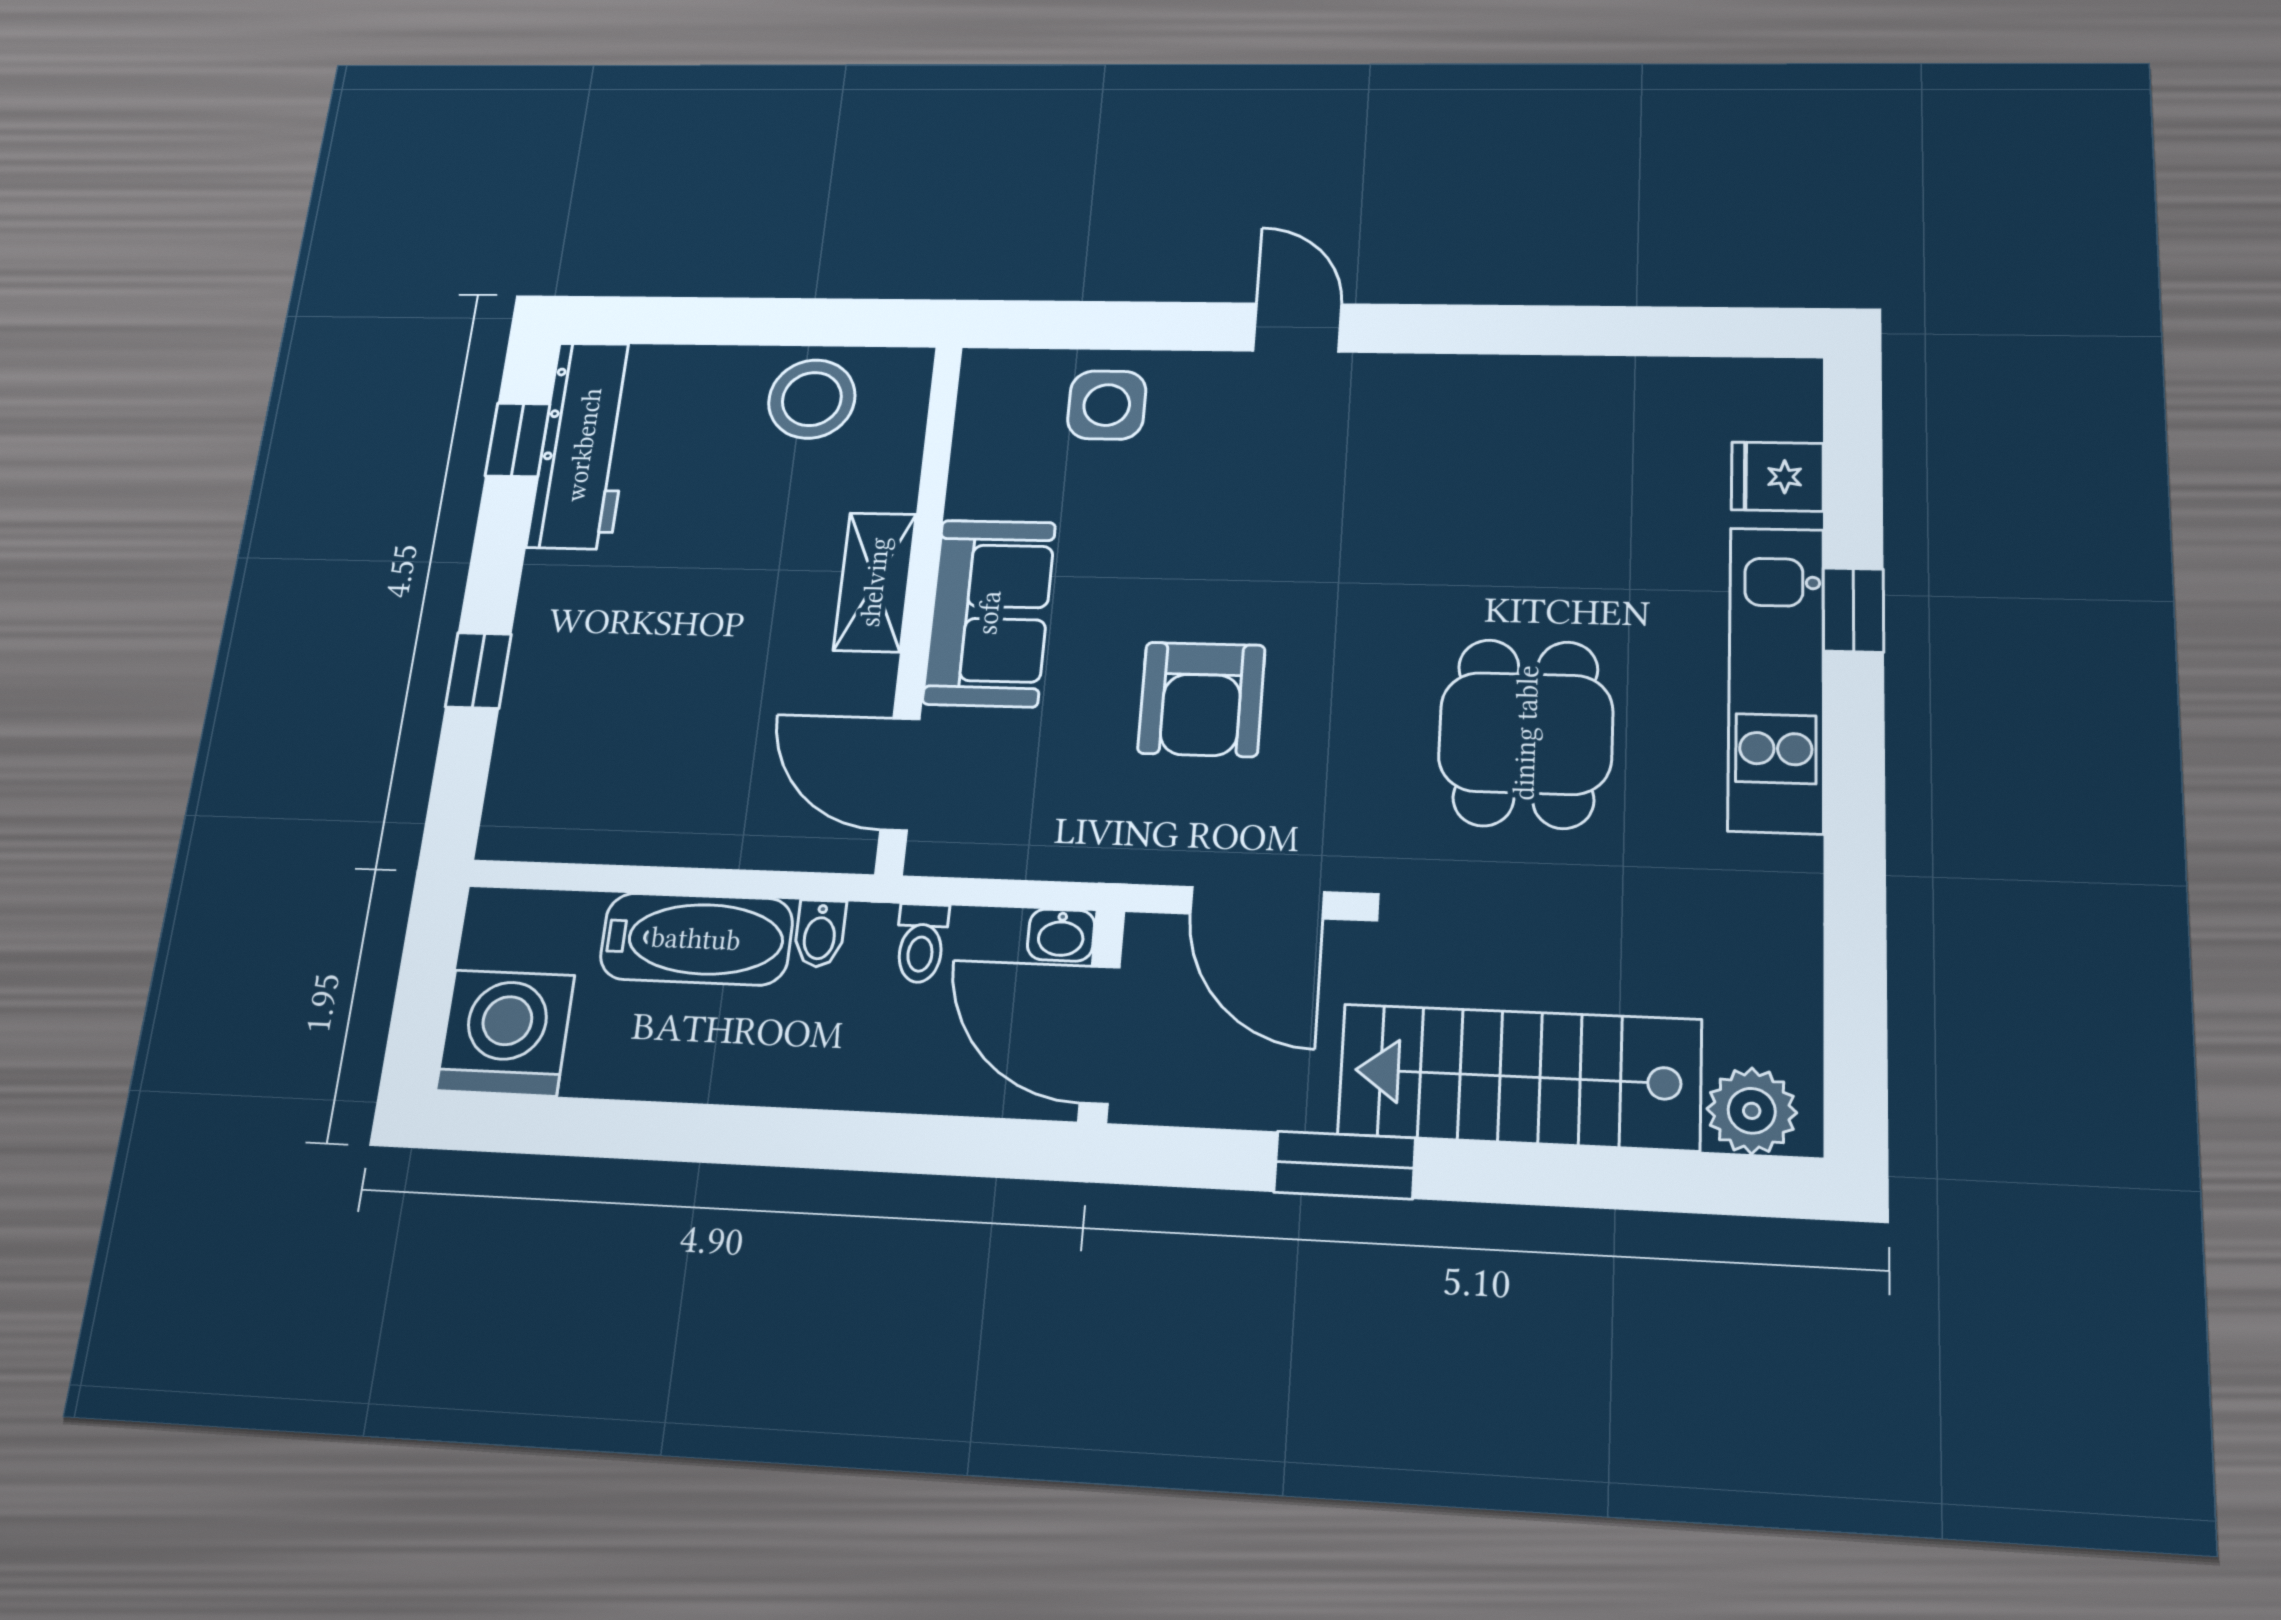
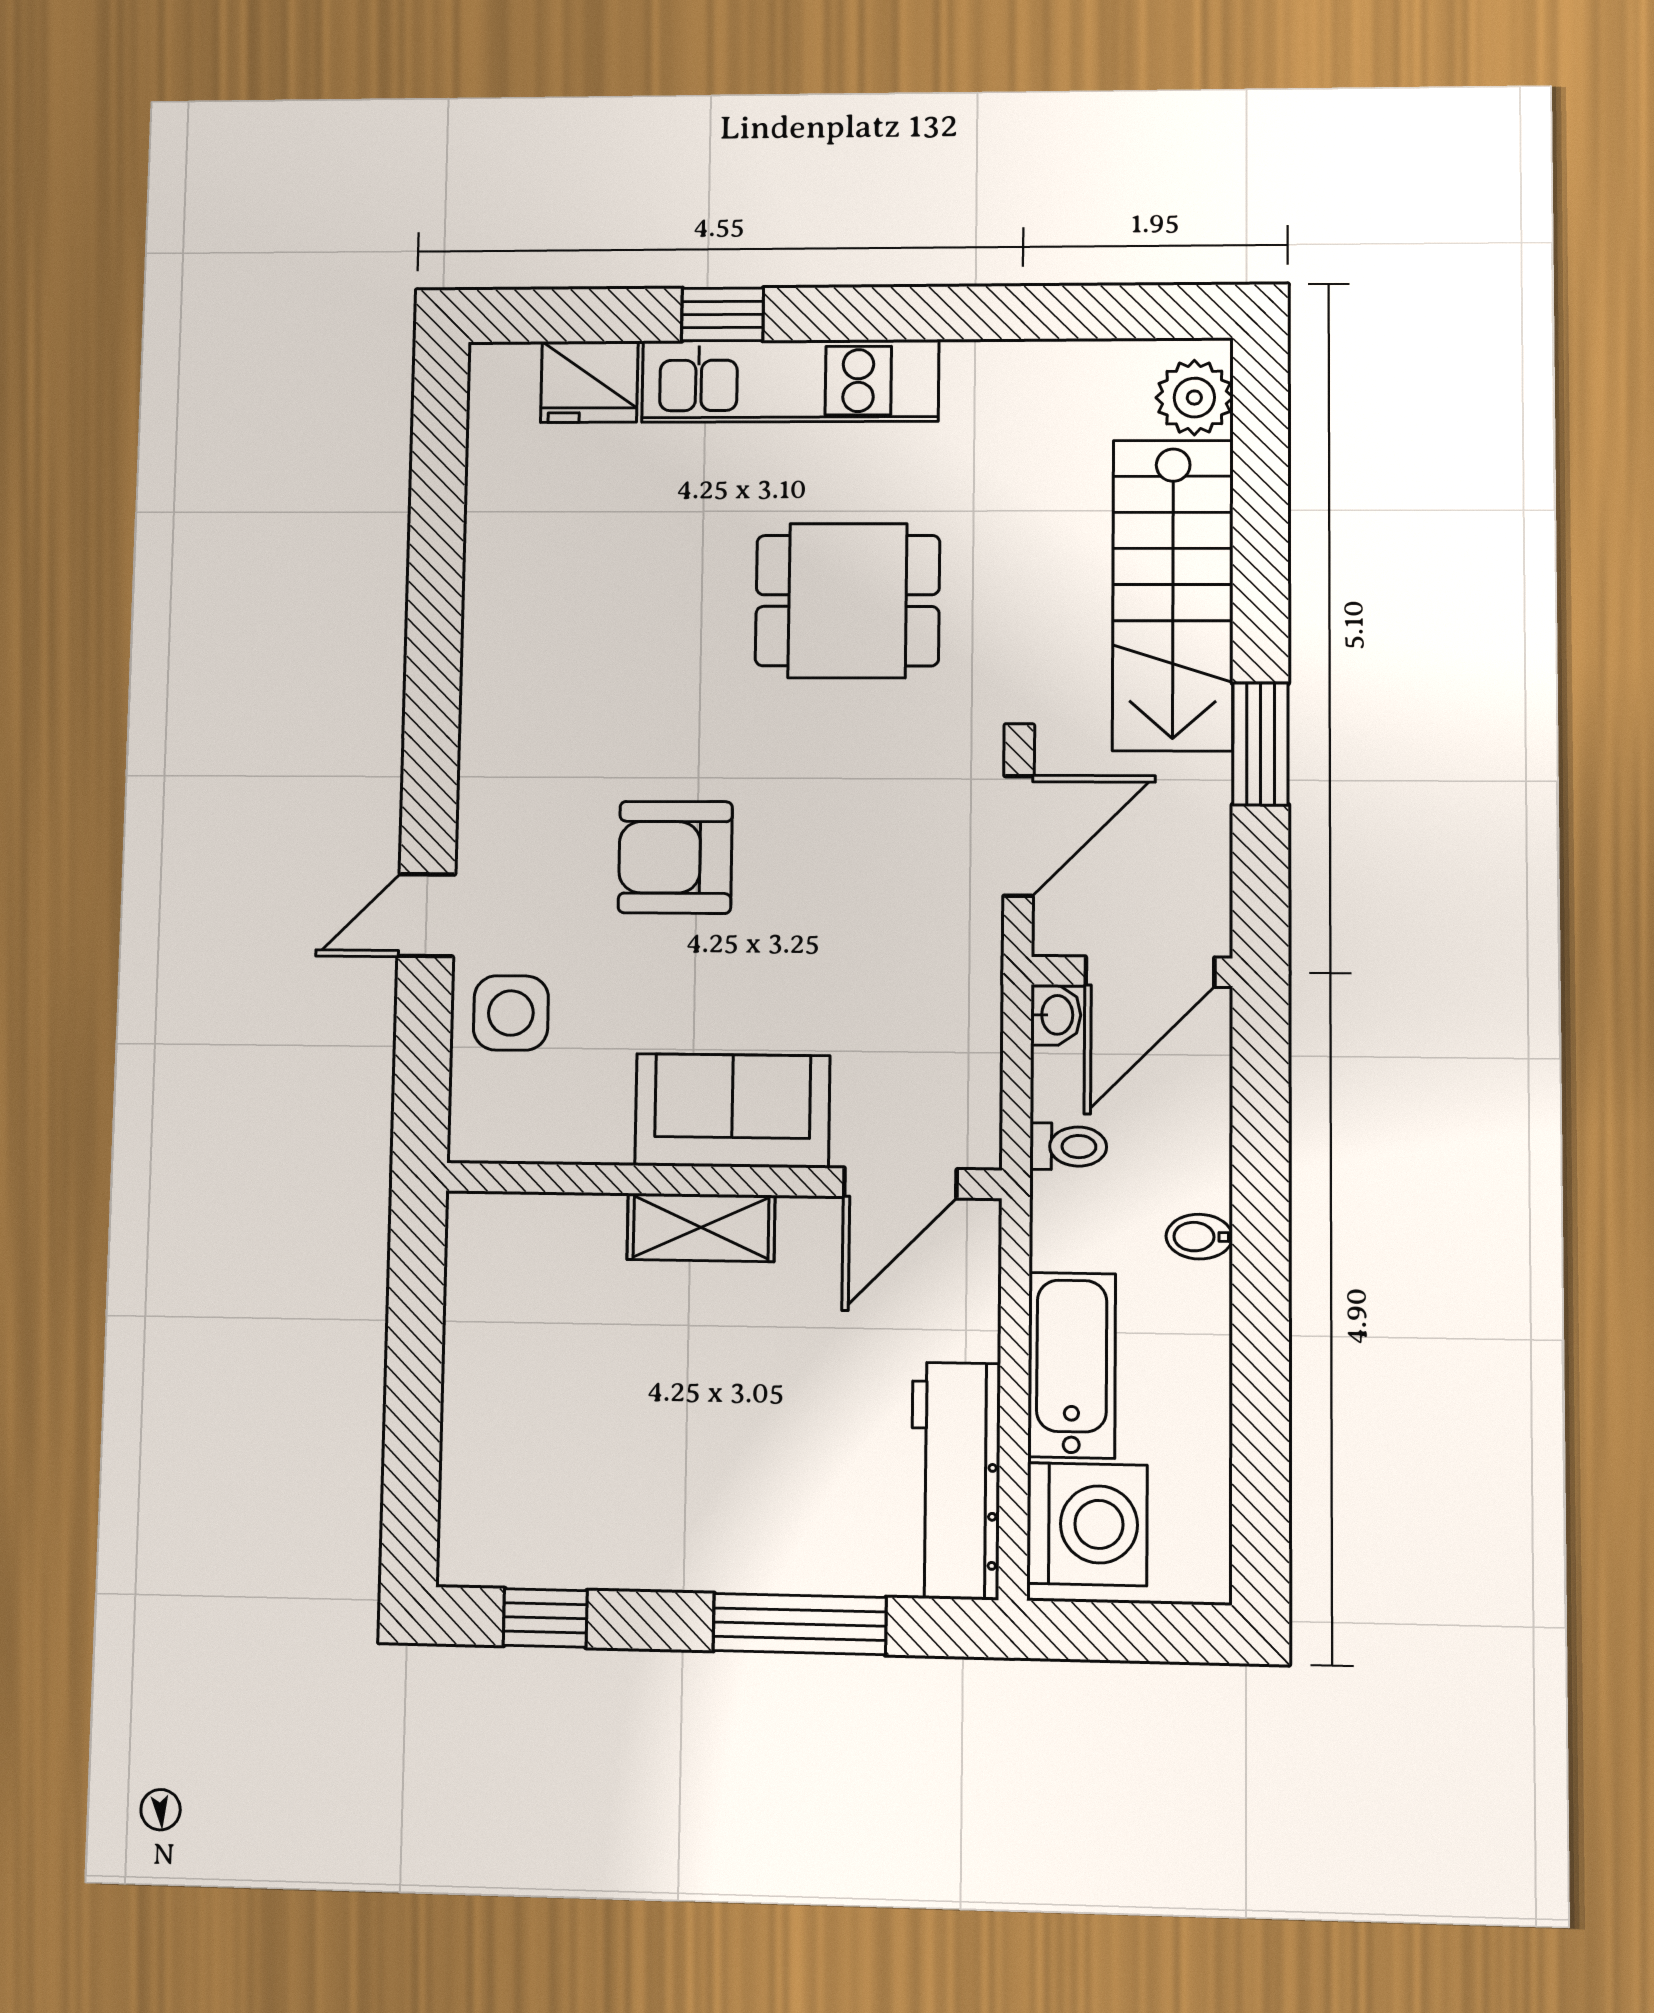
door: (1297, 327) -> (426, 915), moved
stool: (812, 399) -> (502, 1312), removed
workbench: (584, 445) -> (956, 1481), moved, turned -90
fridge: (1777, 477) -> (589, 382), width x1.38
window: (478, 670) -> (800, 1624), width x2.17
armchair: (1202, 699) -> (675, 857), moved, turned 180
bidet: (820, 934) -> (1199, 1237), moved, turned 180
washing machine: (505, 1033) -> (1087, 1524), moved, turned 180

